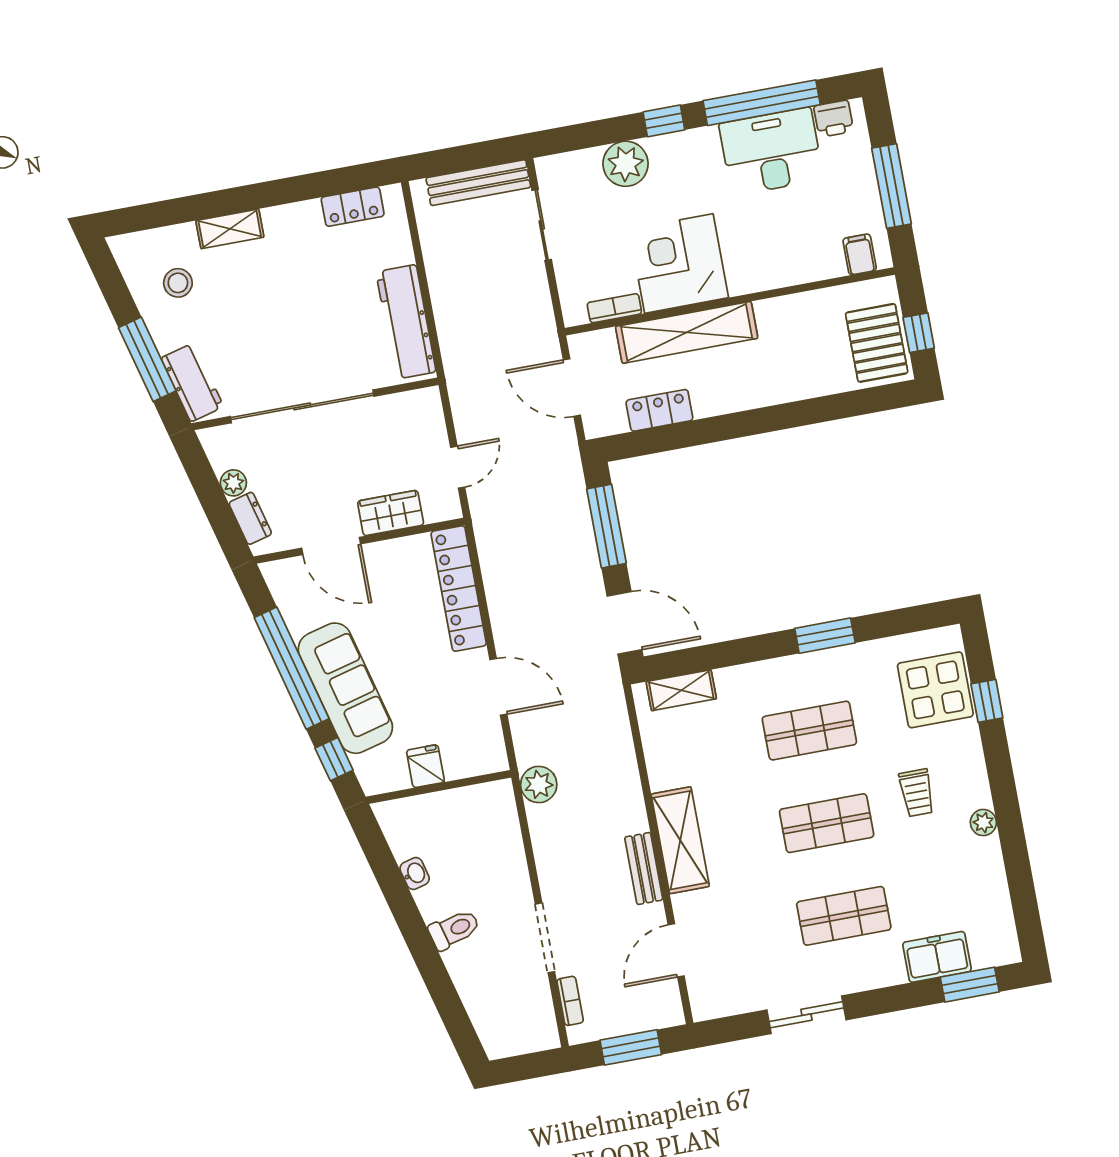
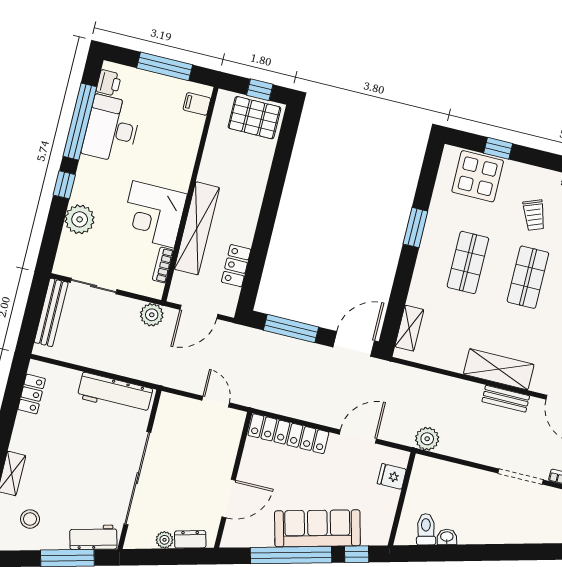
plant: (538, 324) -> (152, 315), added
wardrobe: (391, 513) -> (225, 454), removed
fridge: (425, 766) -> (392, 476), moved
trolley: (917, 793) -> (534, 215), turned 69
toilet: (454, 929) -> (426, 529), moved

